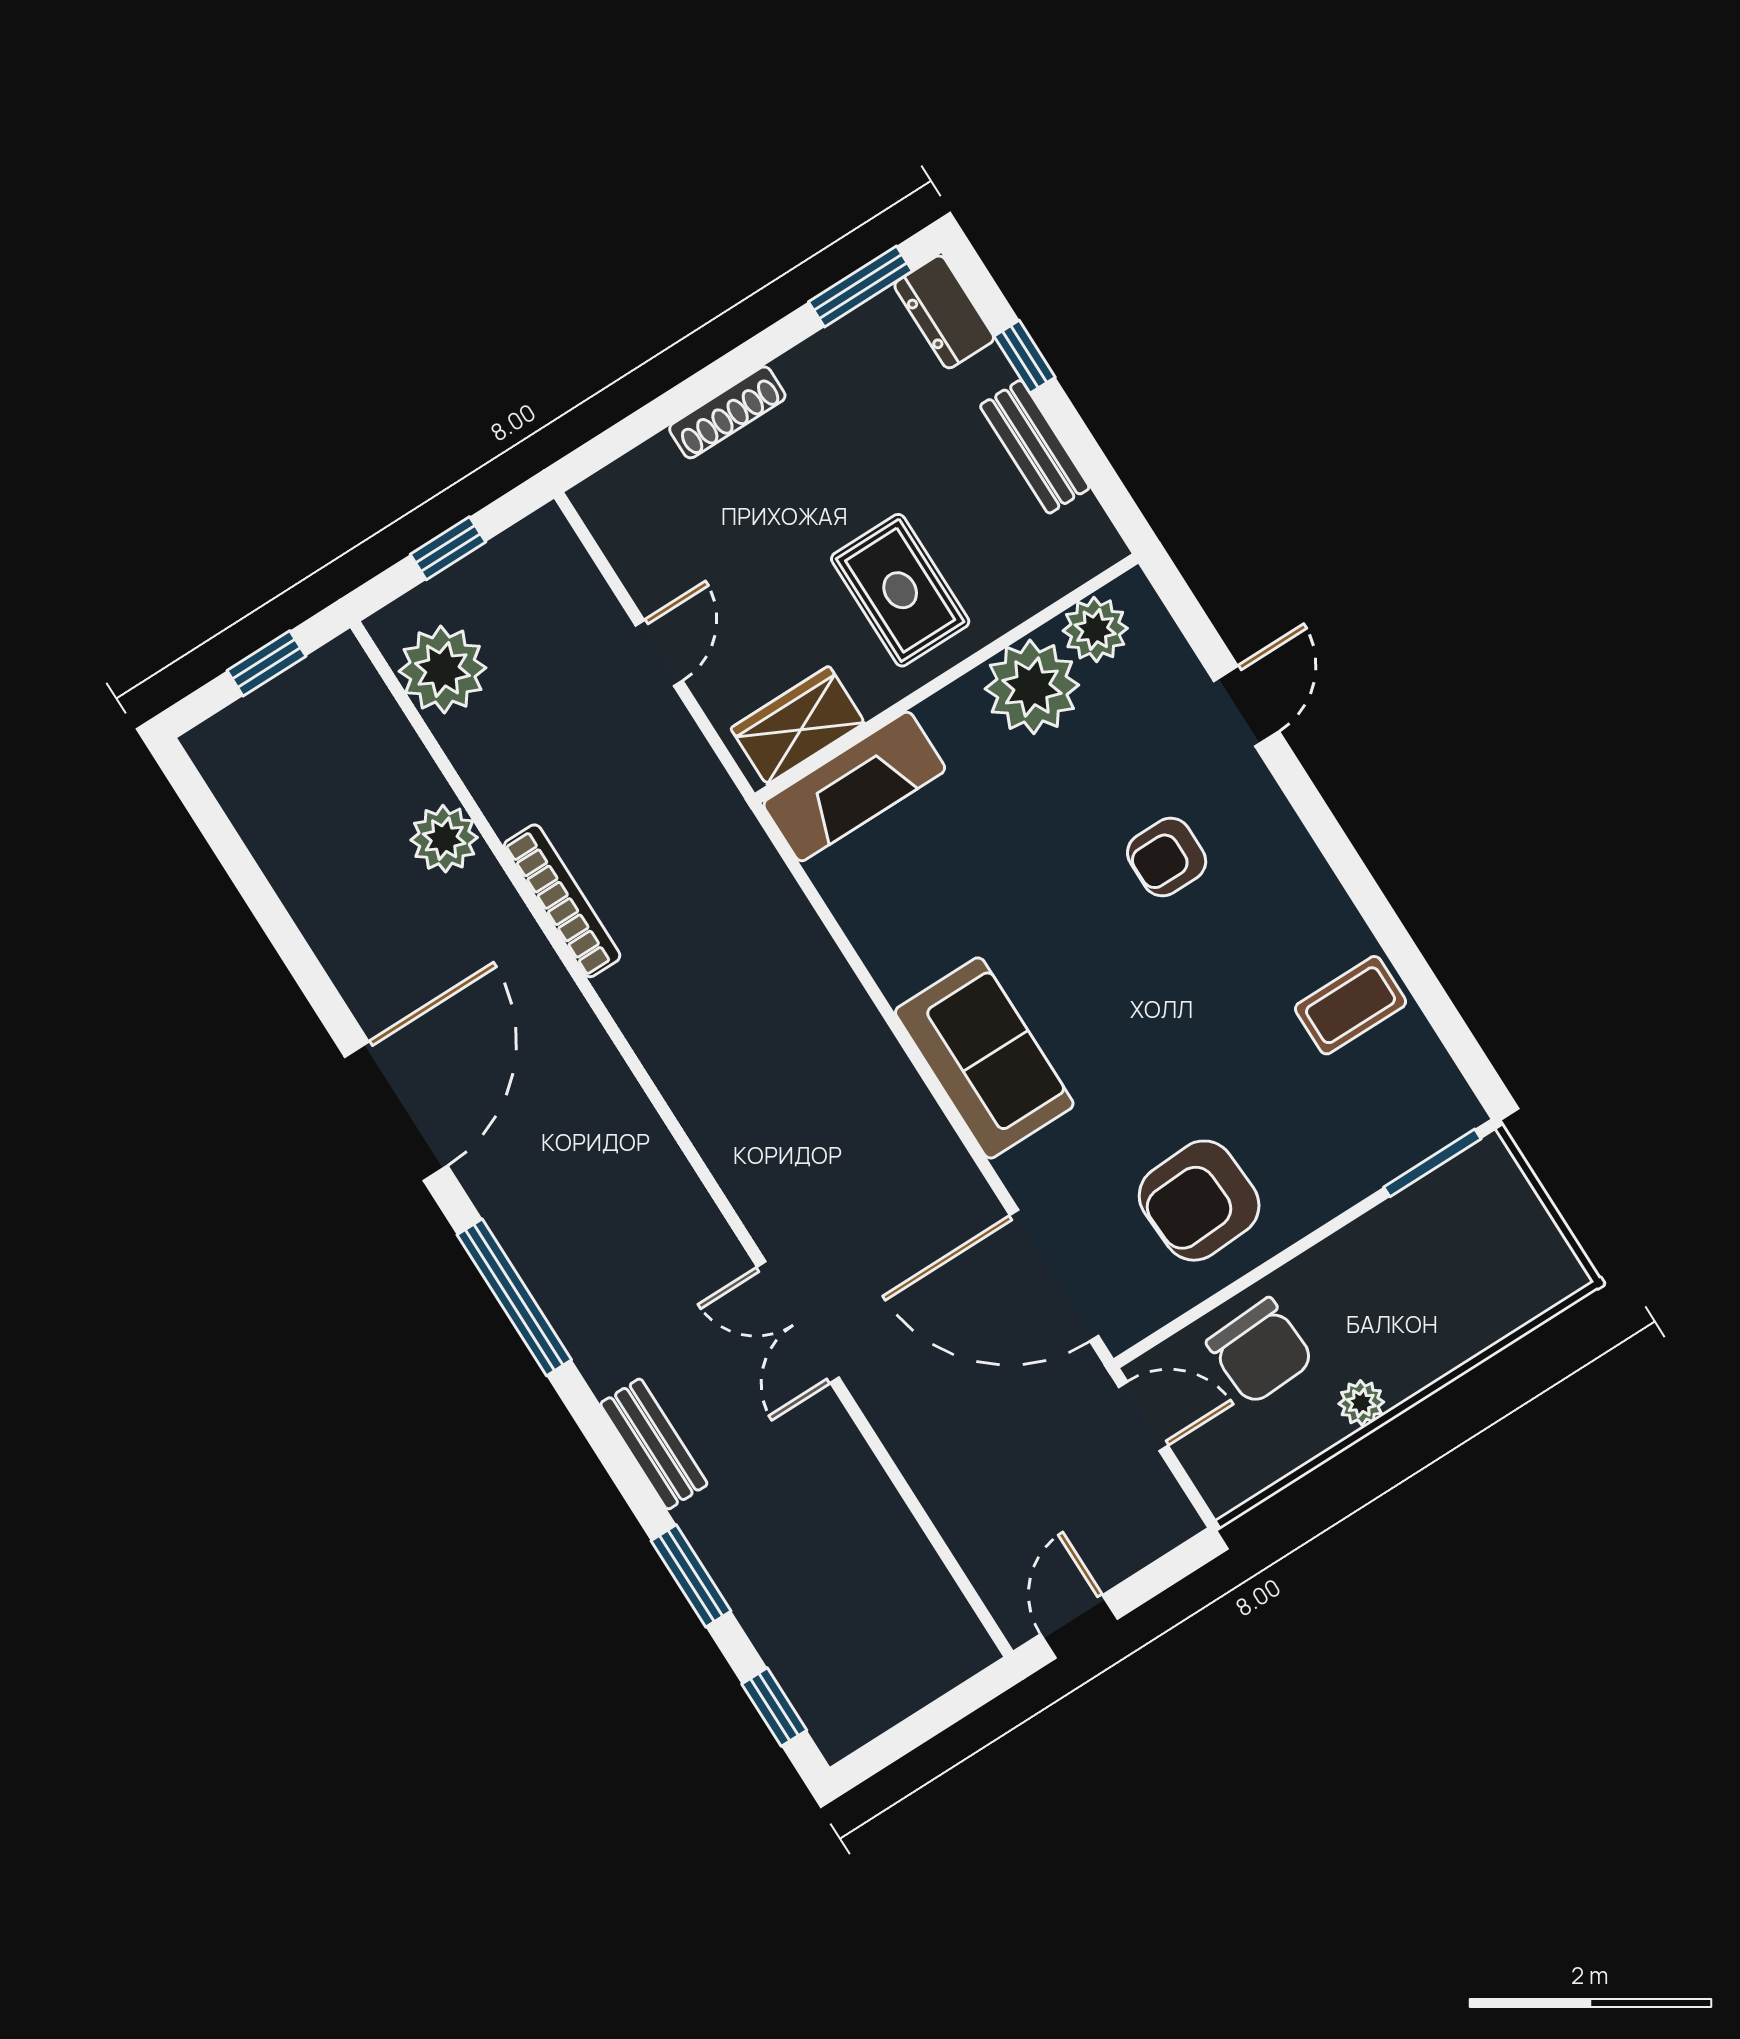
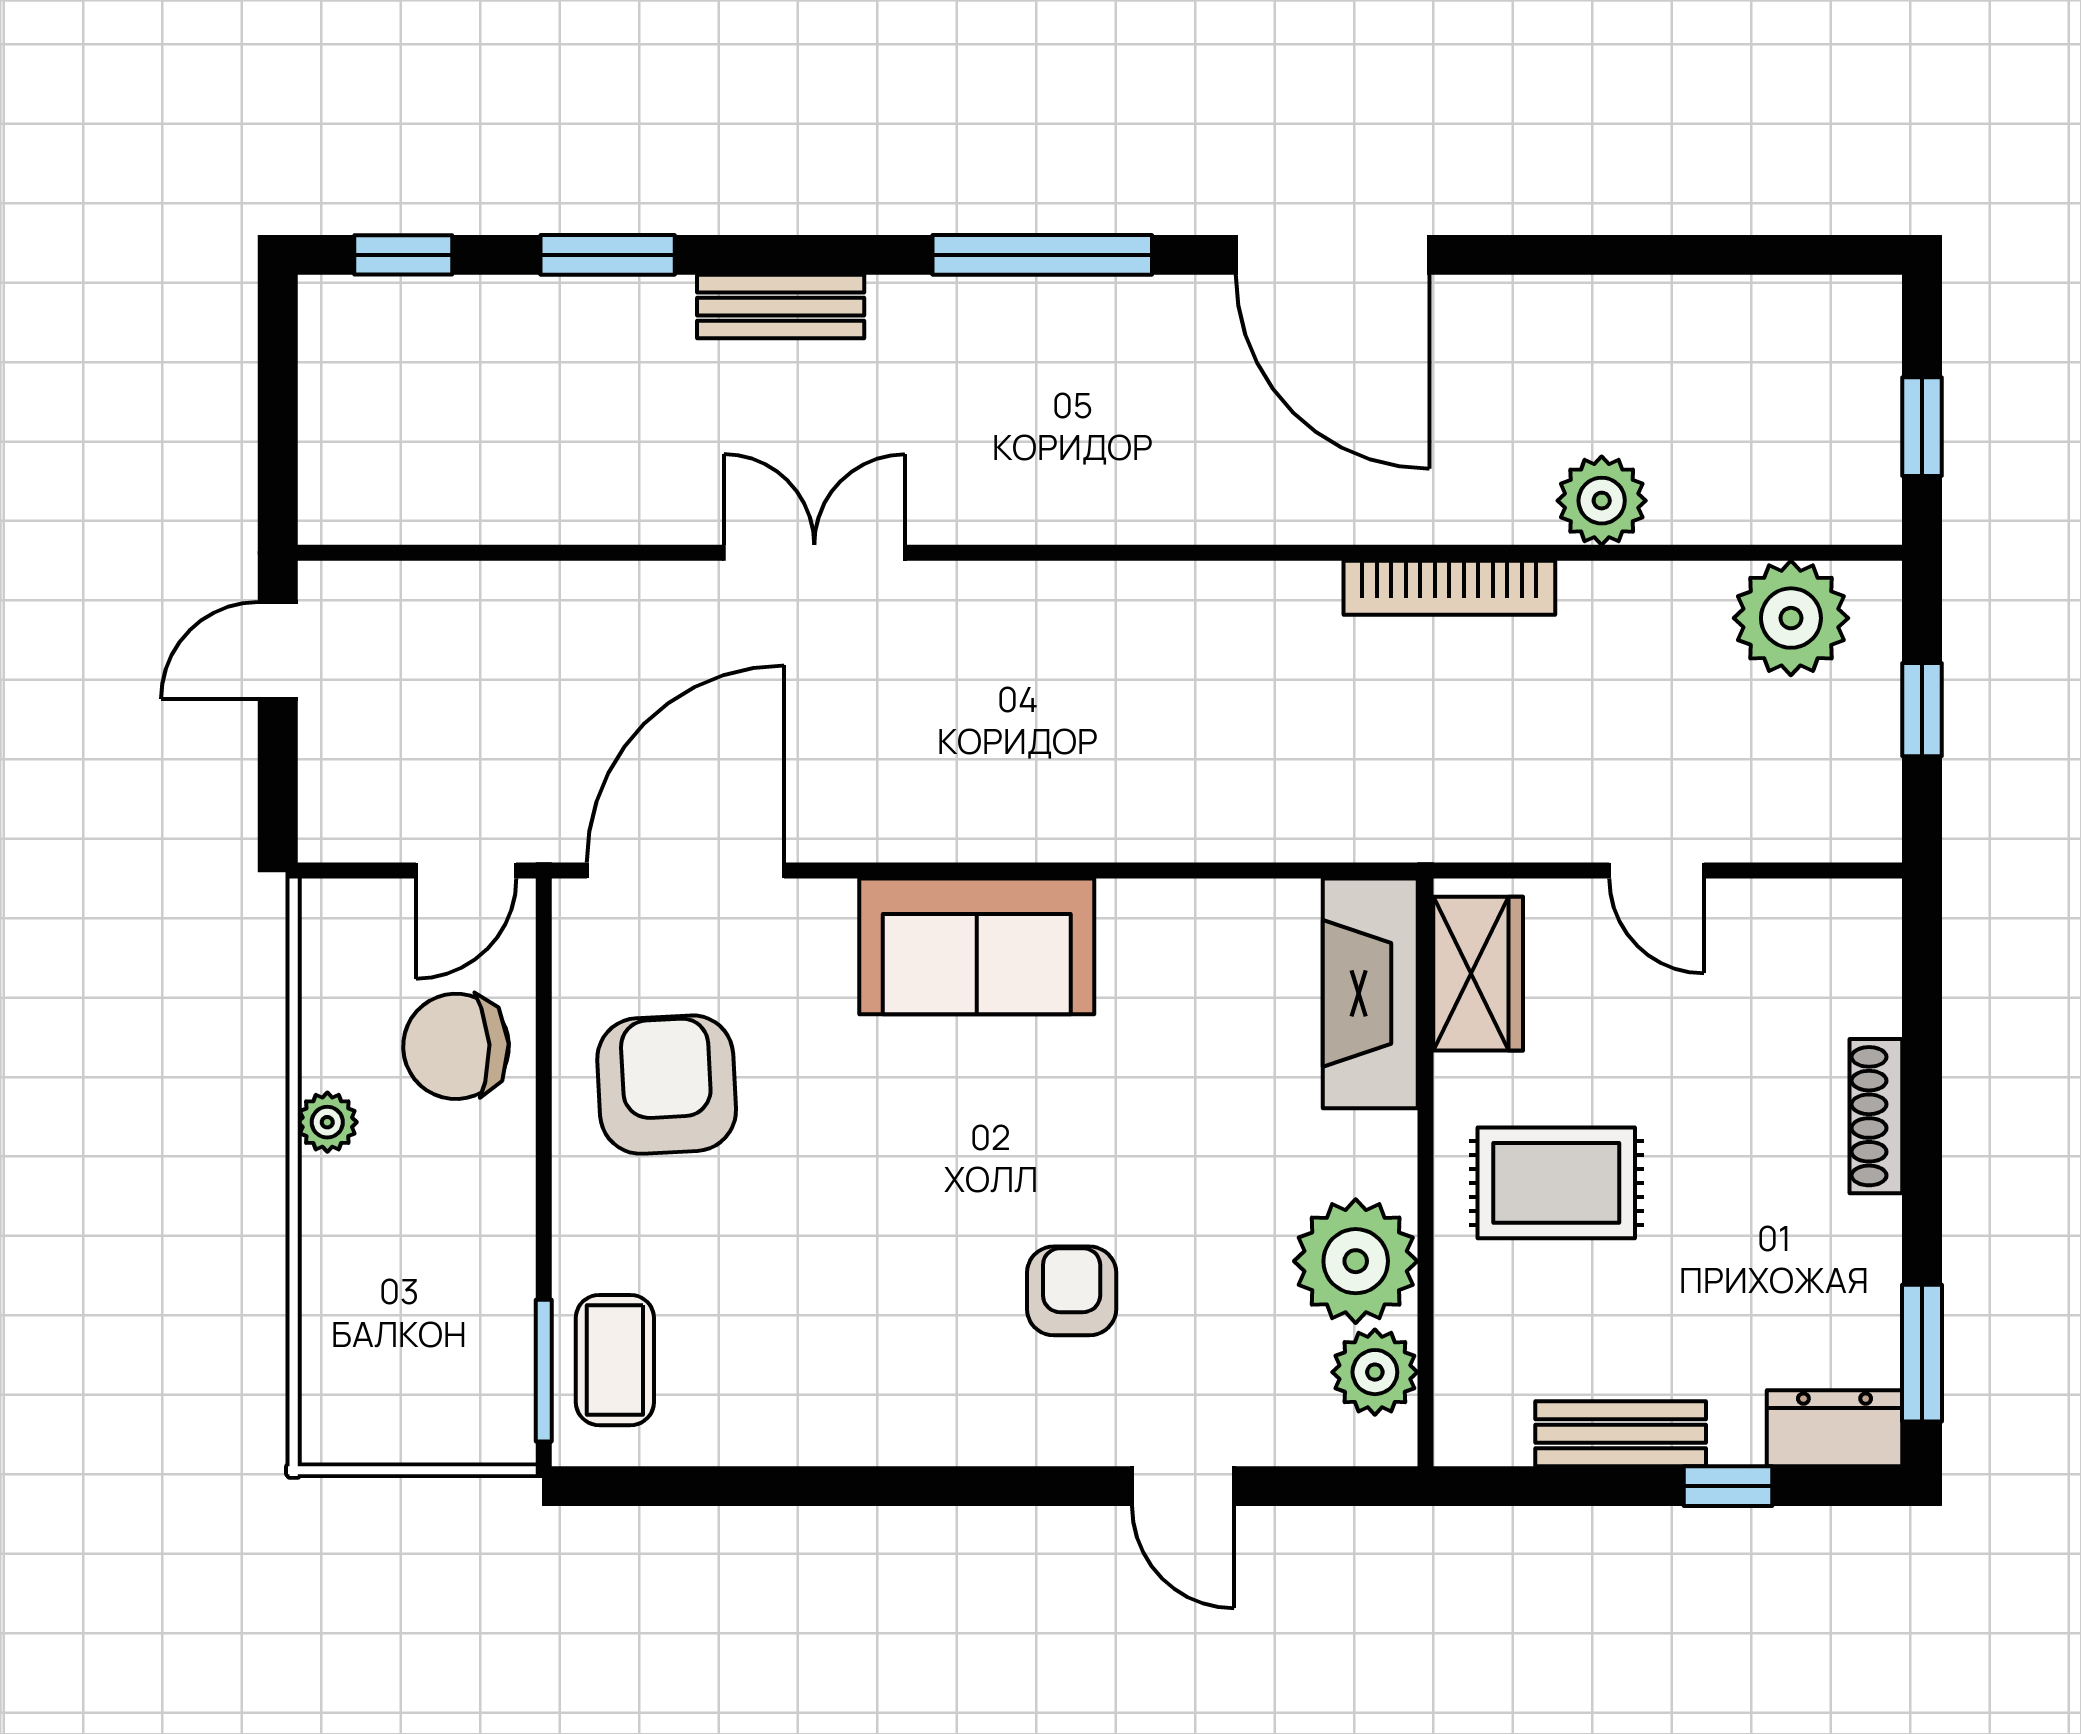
coffee table: (1350, 1005) -> (615, 1360), moved
door: (1079, 1626) -> (278, 651), swing flipped

